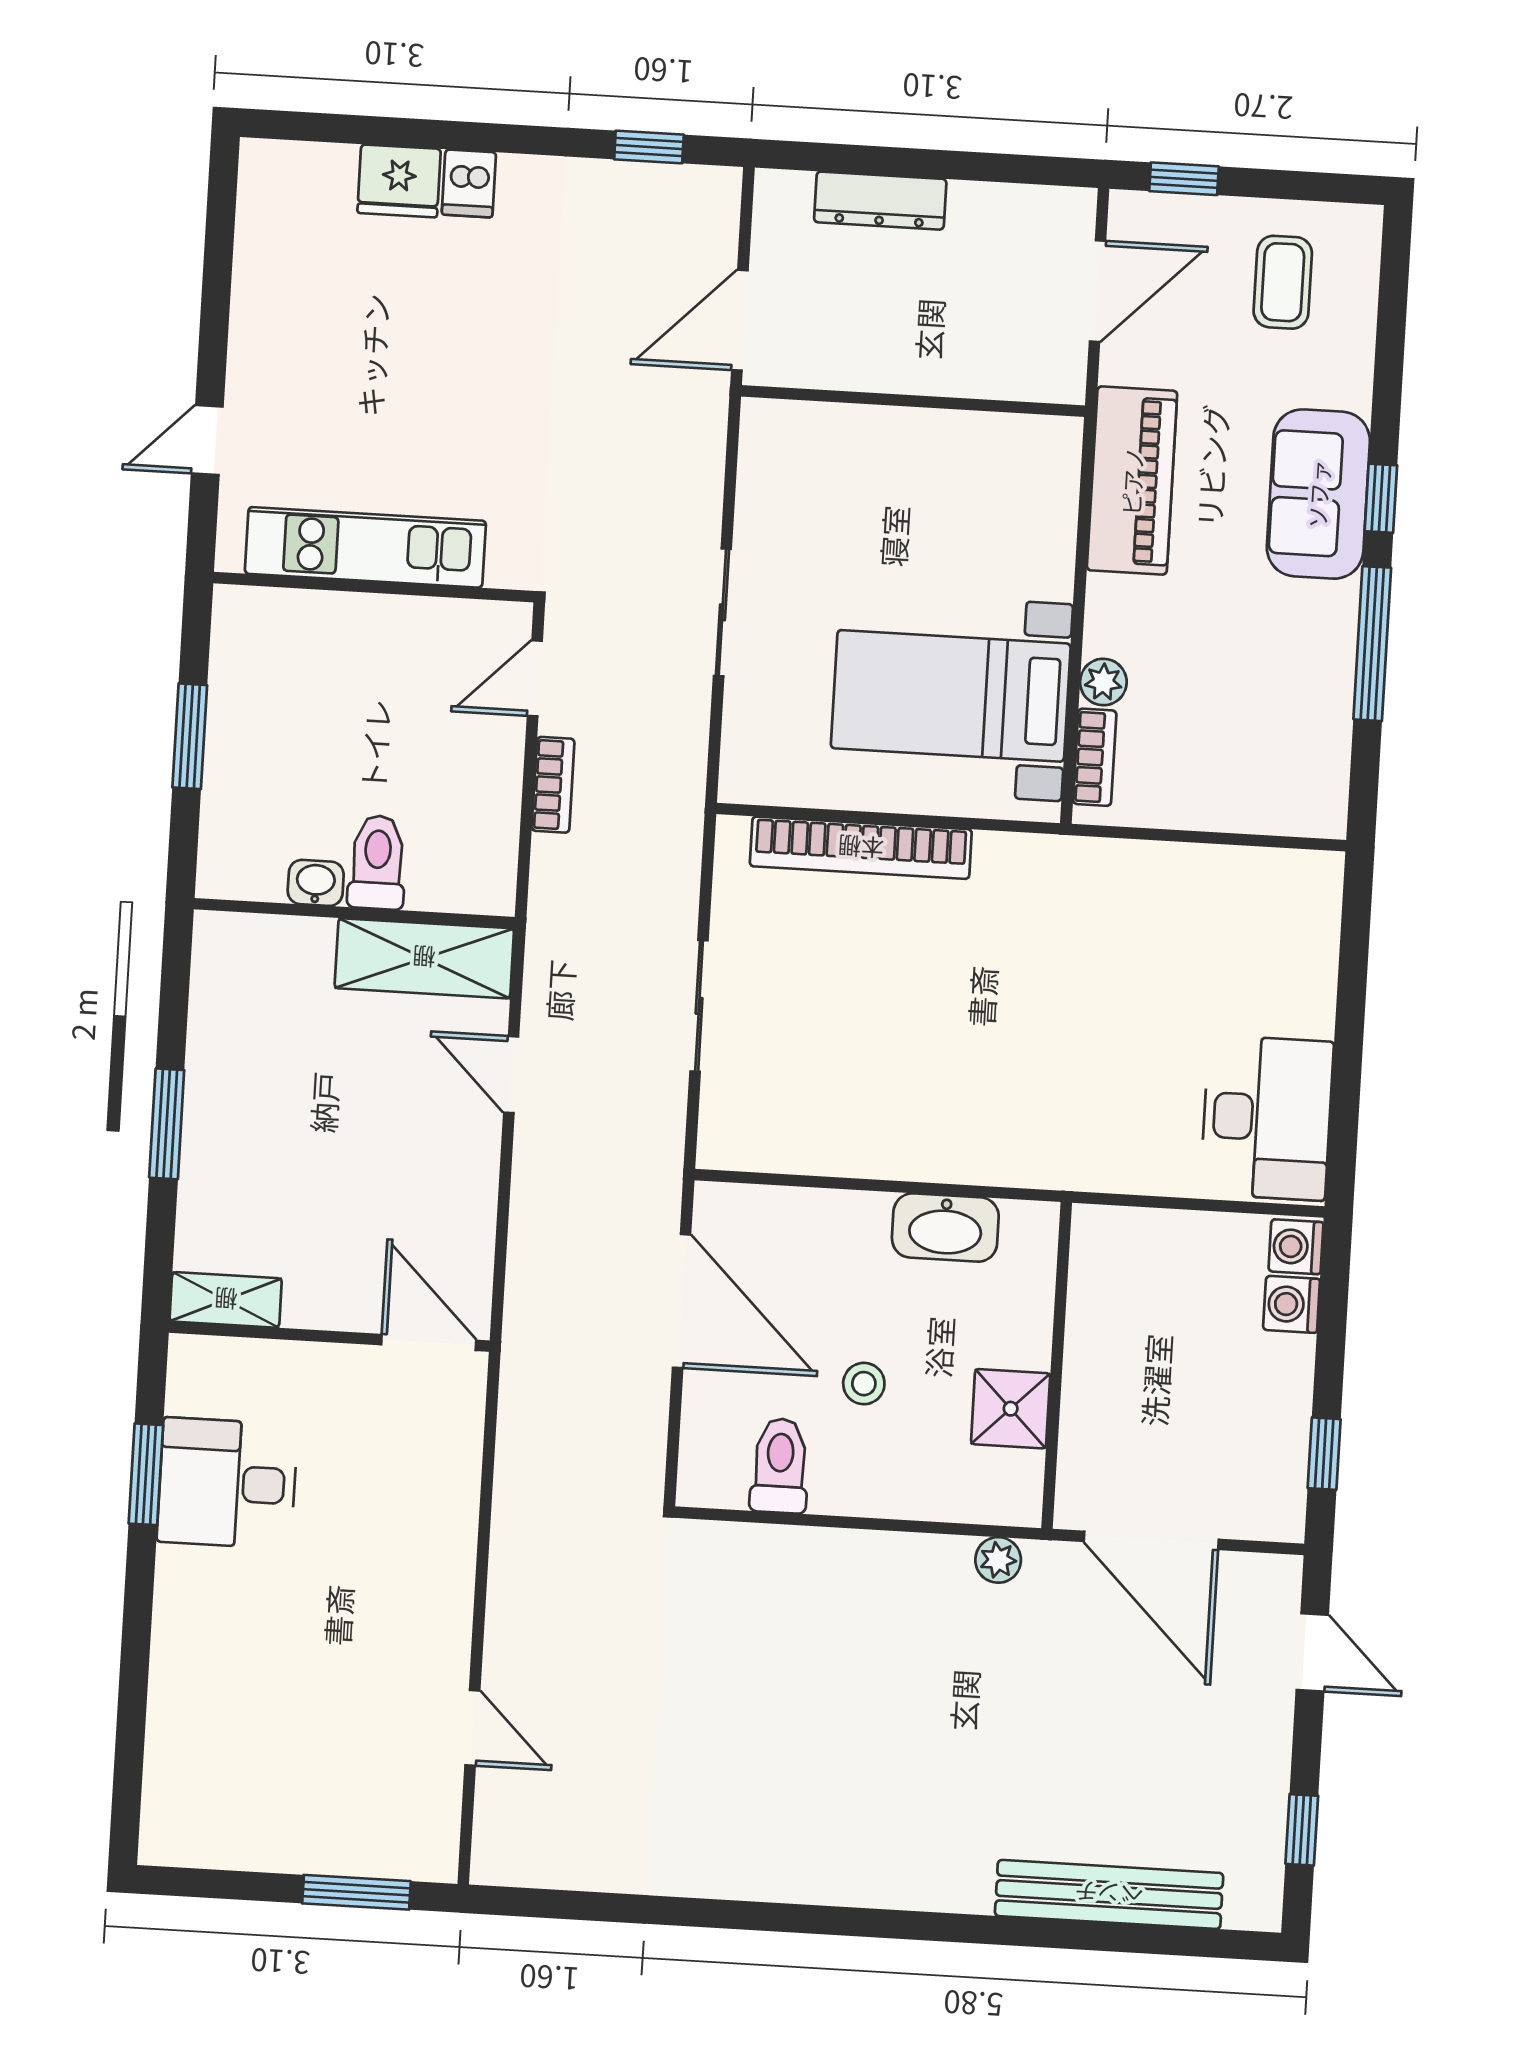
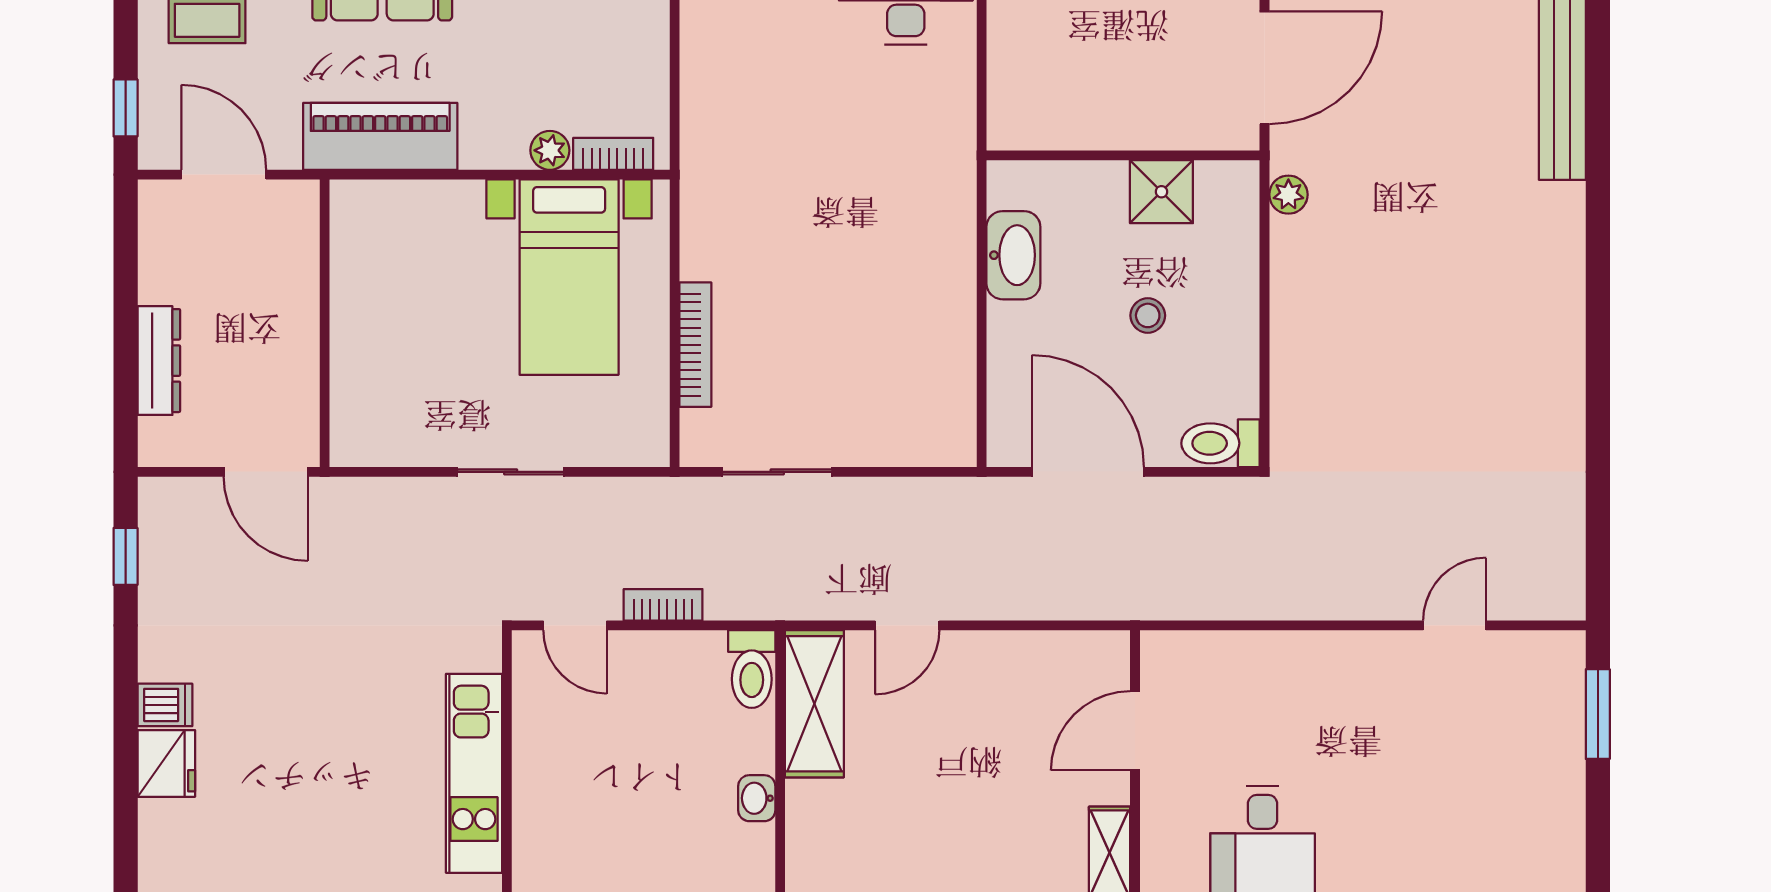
bookcase: (861, 848) -> (695, 345), width x0.68, depth x0.76
toilet: (377, 862) -> (752, 669), moved, turned -90
sliding door: (699, 1006) -> (777, 472), moved
door: (682, 1301) -> (1088, 472), hinge flipped
door: (429, 1342) -> (1135, 731), moved
toilet: (780, 1466) -> (1221, 443), moved

